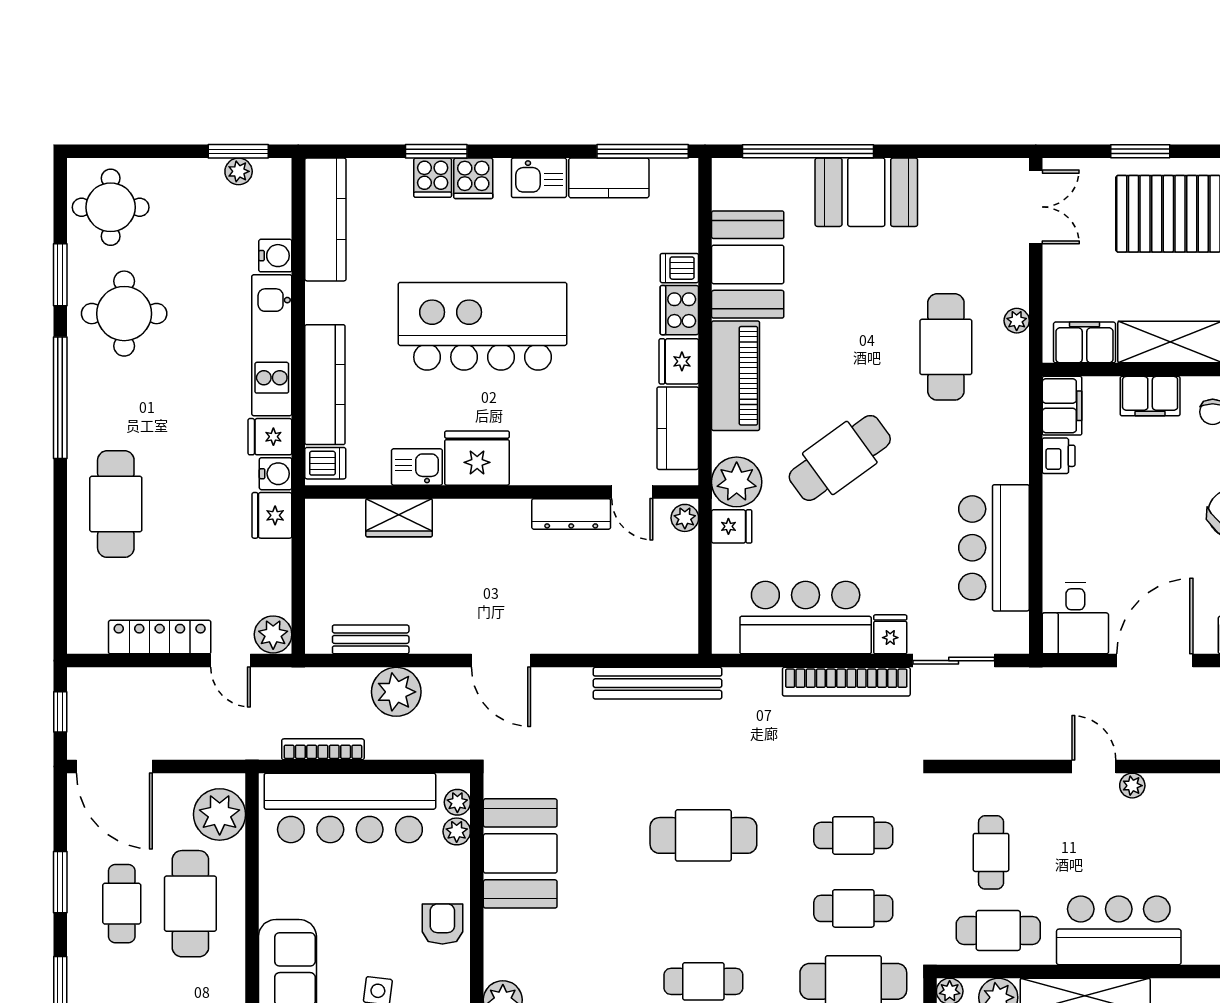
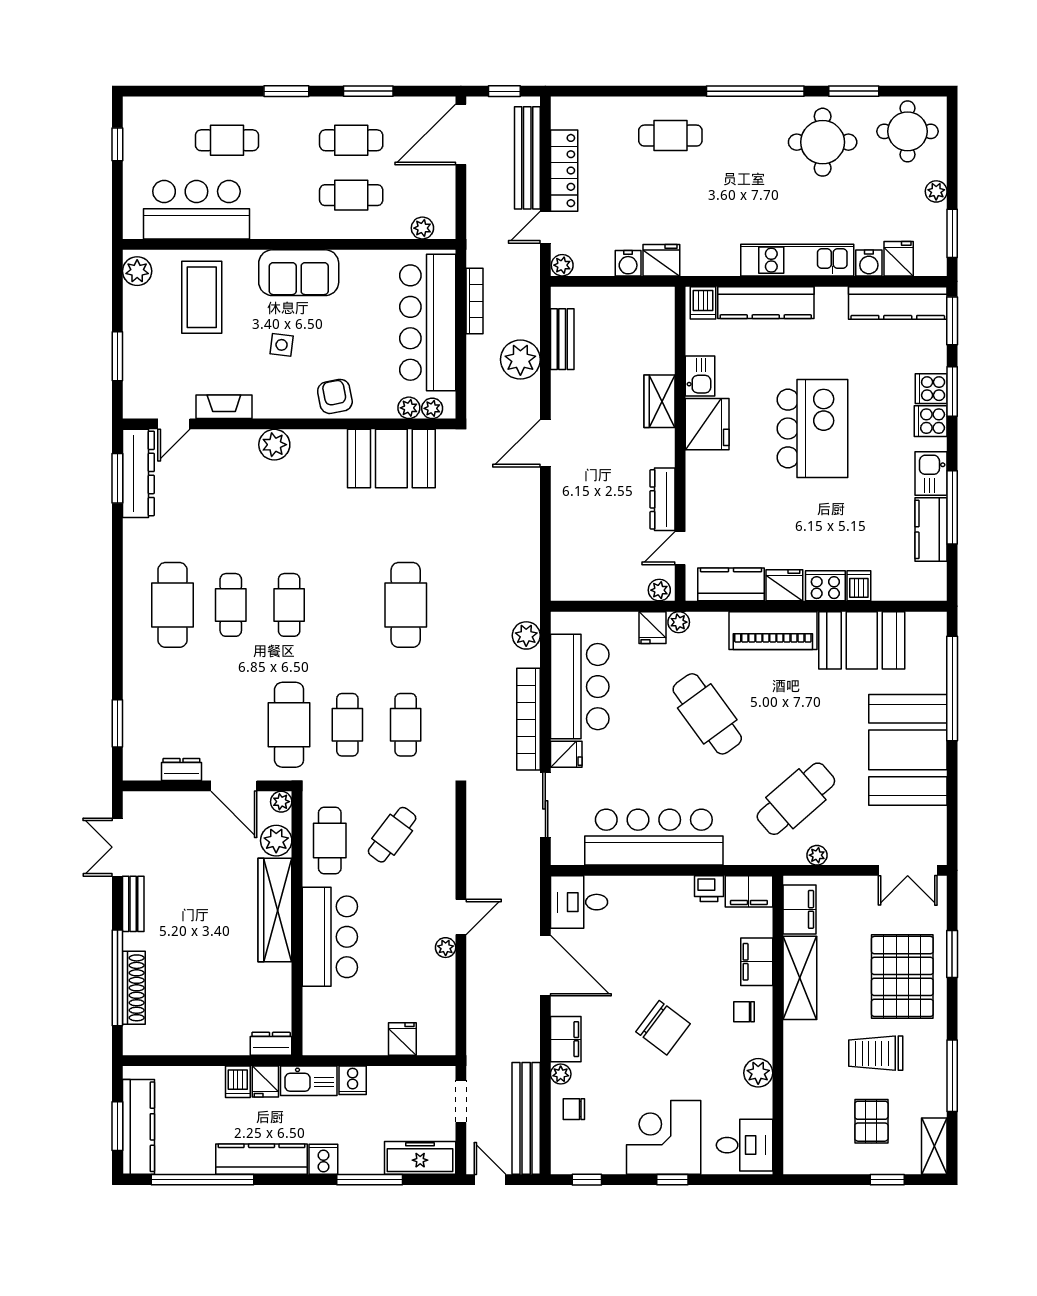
window: (348, 151) -> (952, 321), added
window: (643, 151) -> (952, 507), moved
plant: (239, 171) -> (936, 191), moved
booth: (866, 192) -> (908, 750), width x1.36, depth x1.42
kitchen island: (483, 326) -> (812, 428), width x0.73
cafe table: (946, 347) -> (796, 799), turned -41
fridge: (270, 437) -> (899, 259), moved
water cooler: (276, 474) -> (628, 263), moved
plant: (737, 482) -> (679, 622), width x0.53, depth x0.53
cafe table: (116, 504) -> (670, 136), width x0.73, depth x0.74
wardrobe: (399, 518) -> (659, 401), moved
bar counter: (994, 548) -> (654, 837), width x1.36
plant: (273, 634) -> (562, 265), width x0.73, depth x0.73
bench: (657, 683) -> (527, 158), moved
plant: (742, 684) -> (526, 635), added
plant: (220, 814) -> (422, 228), width x0.53, depth x0.53
cafe table: (991, 852) -> (392, 835), turned -53
cafe table: (190, 904) -> (351, 195), width x0.73, depth x0.74
armchair: (442, 924) -> (335, 396), turned -101

